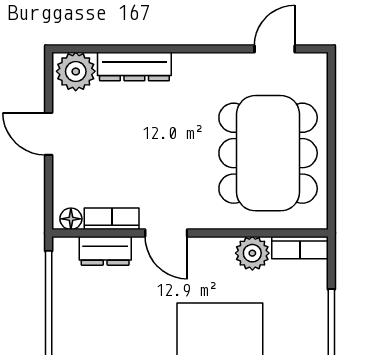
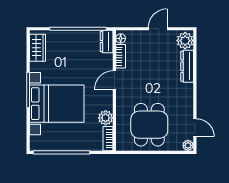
plant: (315, 65) -> (188, 145), added
dining table: (268, 153) -> (149, 125), width x0.73
dresser: (105, 251) -> (107, 41), moved

